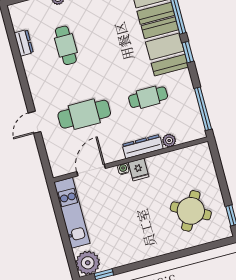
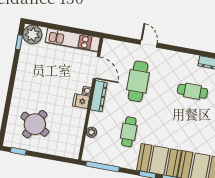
dresser: (143, 147) -> (99, 96), moved

